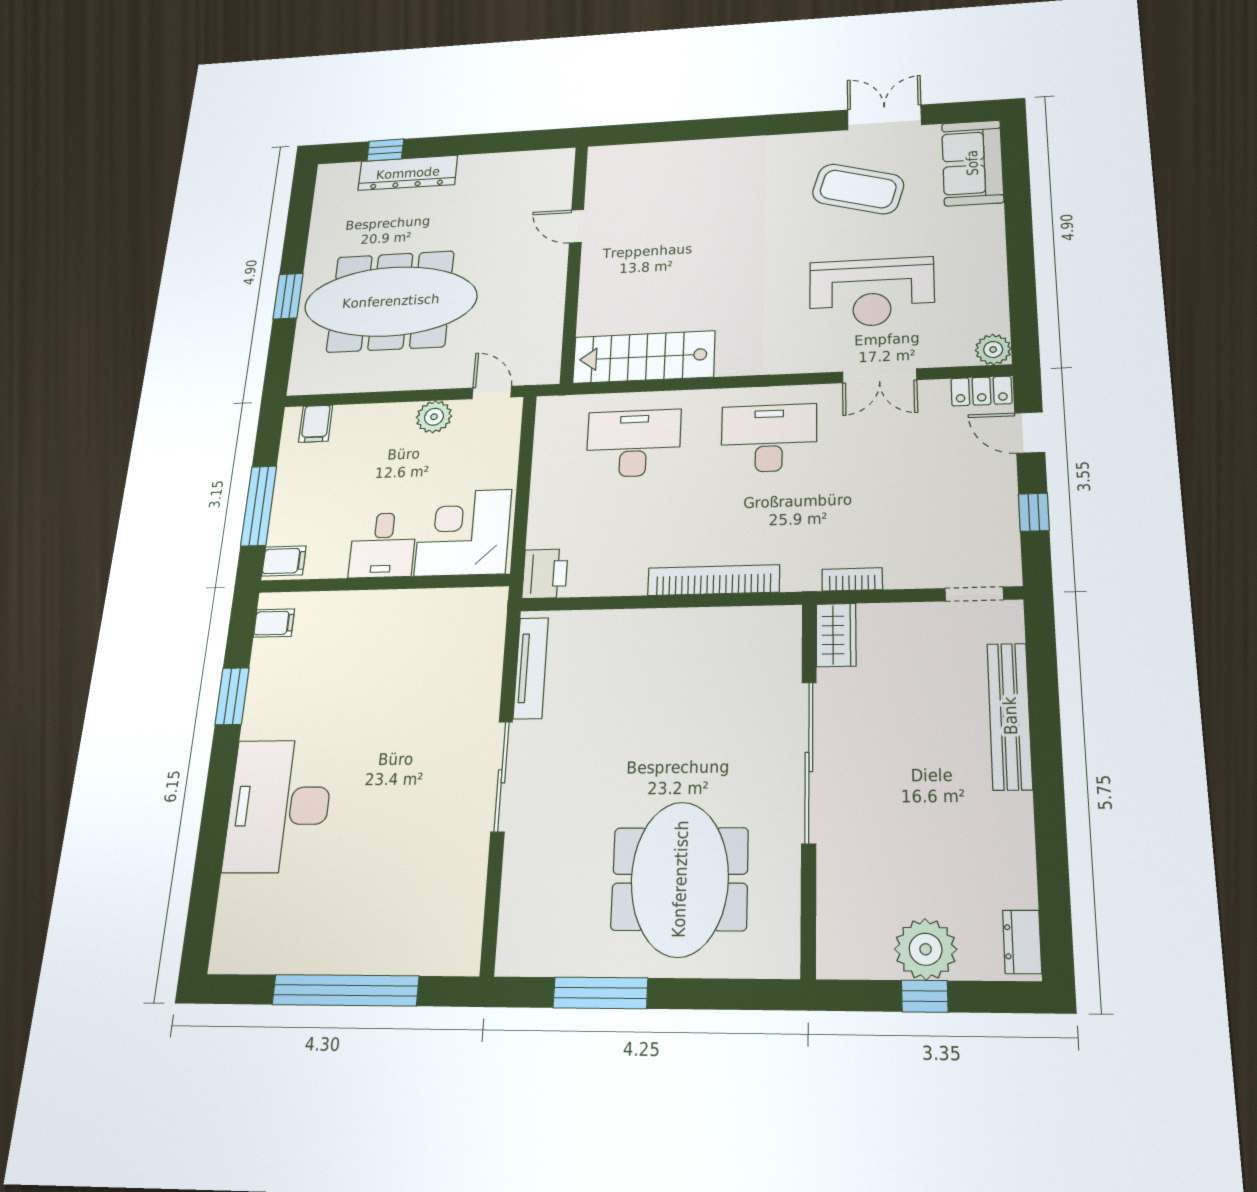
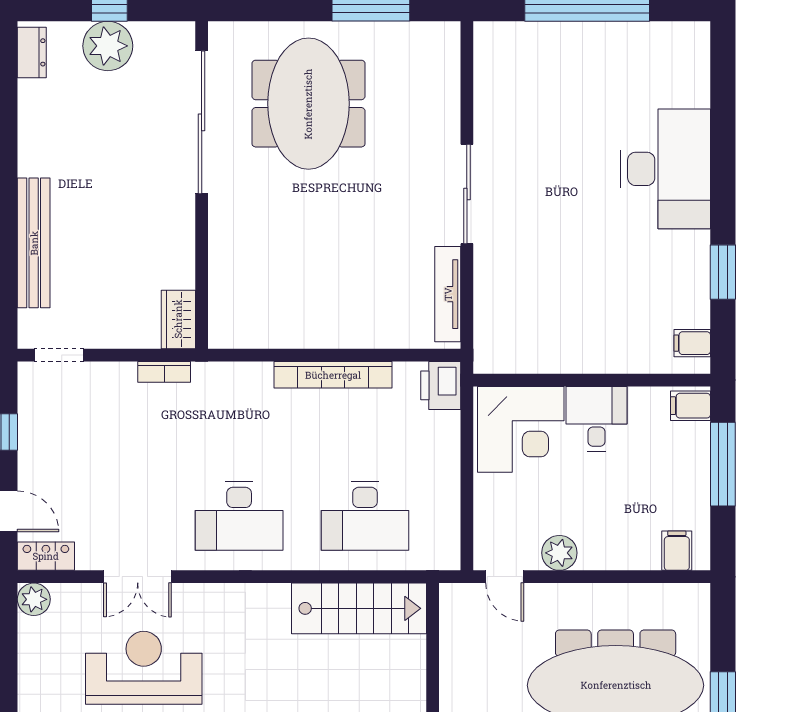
double door: (880, 376) -> (138, 577), swing flipped
bookcase: (713, 580) -> (333, 375), moved
sliding door: (809, 762) -> (202, 122), moved

